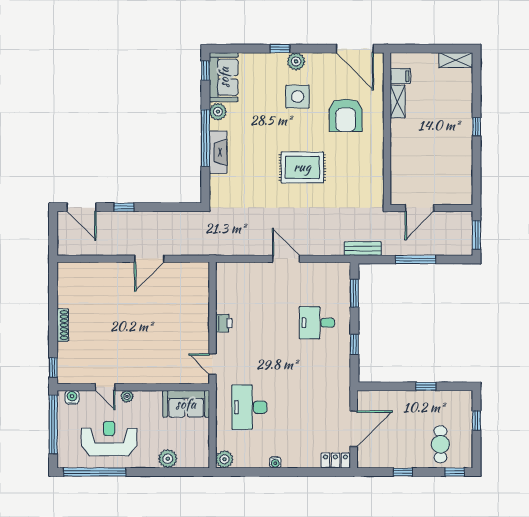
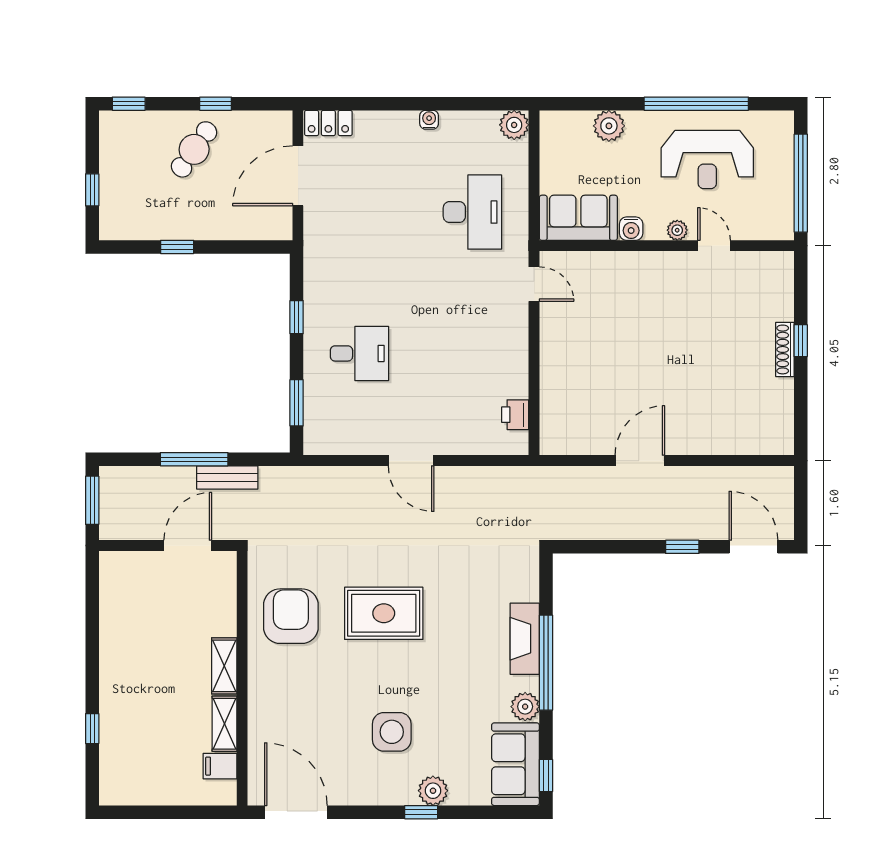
shelving: (456, 60) -> (224, 666), moved, turned 90
plant: (296, 61) -> (433, 791), moved
armchair: (346, 115) -> (291, 616), moved
window: (477, 127) -> (92, 729), moved
bench: (363, 249) -> (227, 478), moved
printer: (224, 323) -> (515, 415), moved
window: (53, 367) -> (801, 341), moved
water cooler: (72, 397) -> (631, 229), moved
cafe table: (440, 444) -> (194, 149), moved, turned 35
window: (95, 472) -> (696, 104), moved

